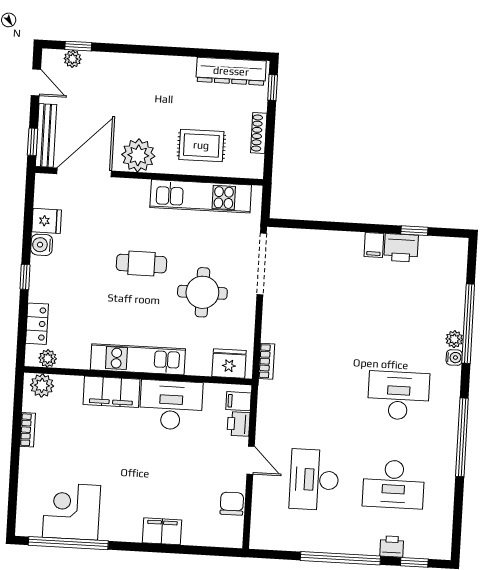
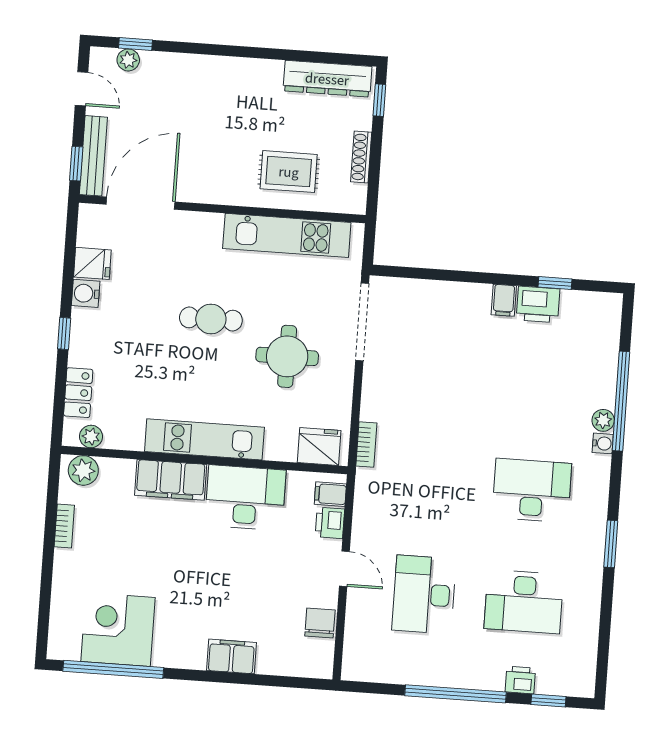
plant: (138, 155) -> (209, 183), removed
window: (462, 437) -> (611, 544), width x0.47

